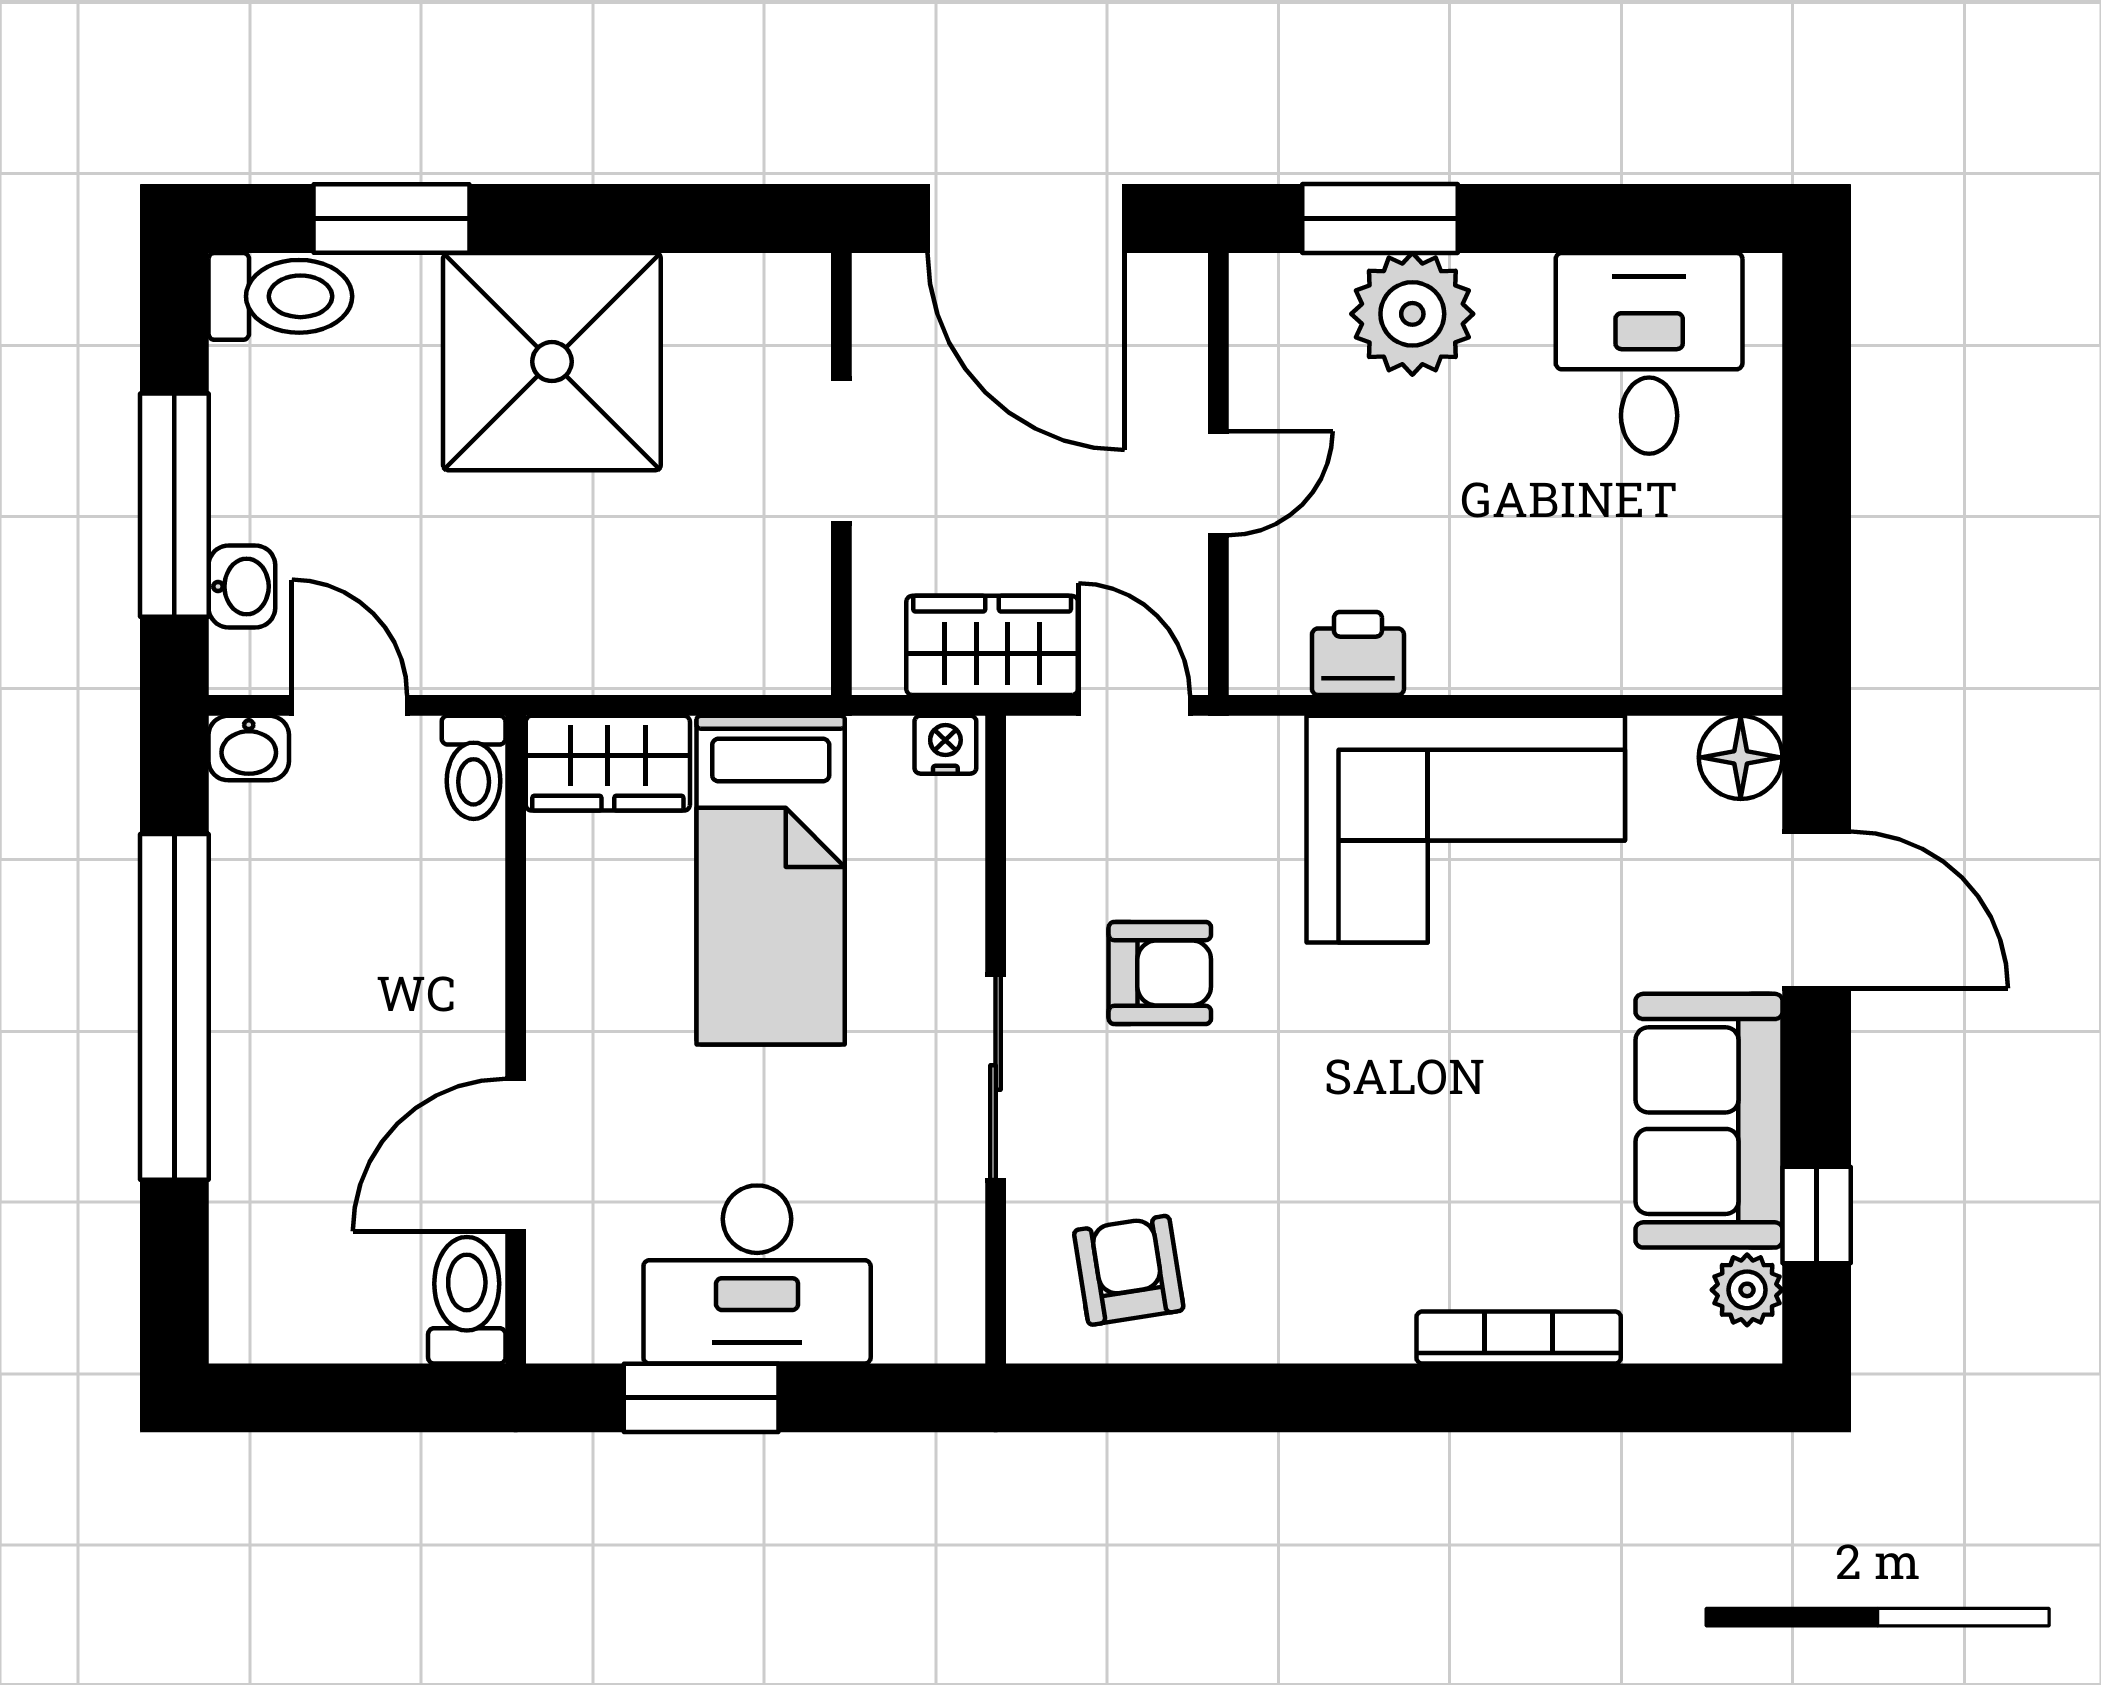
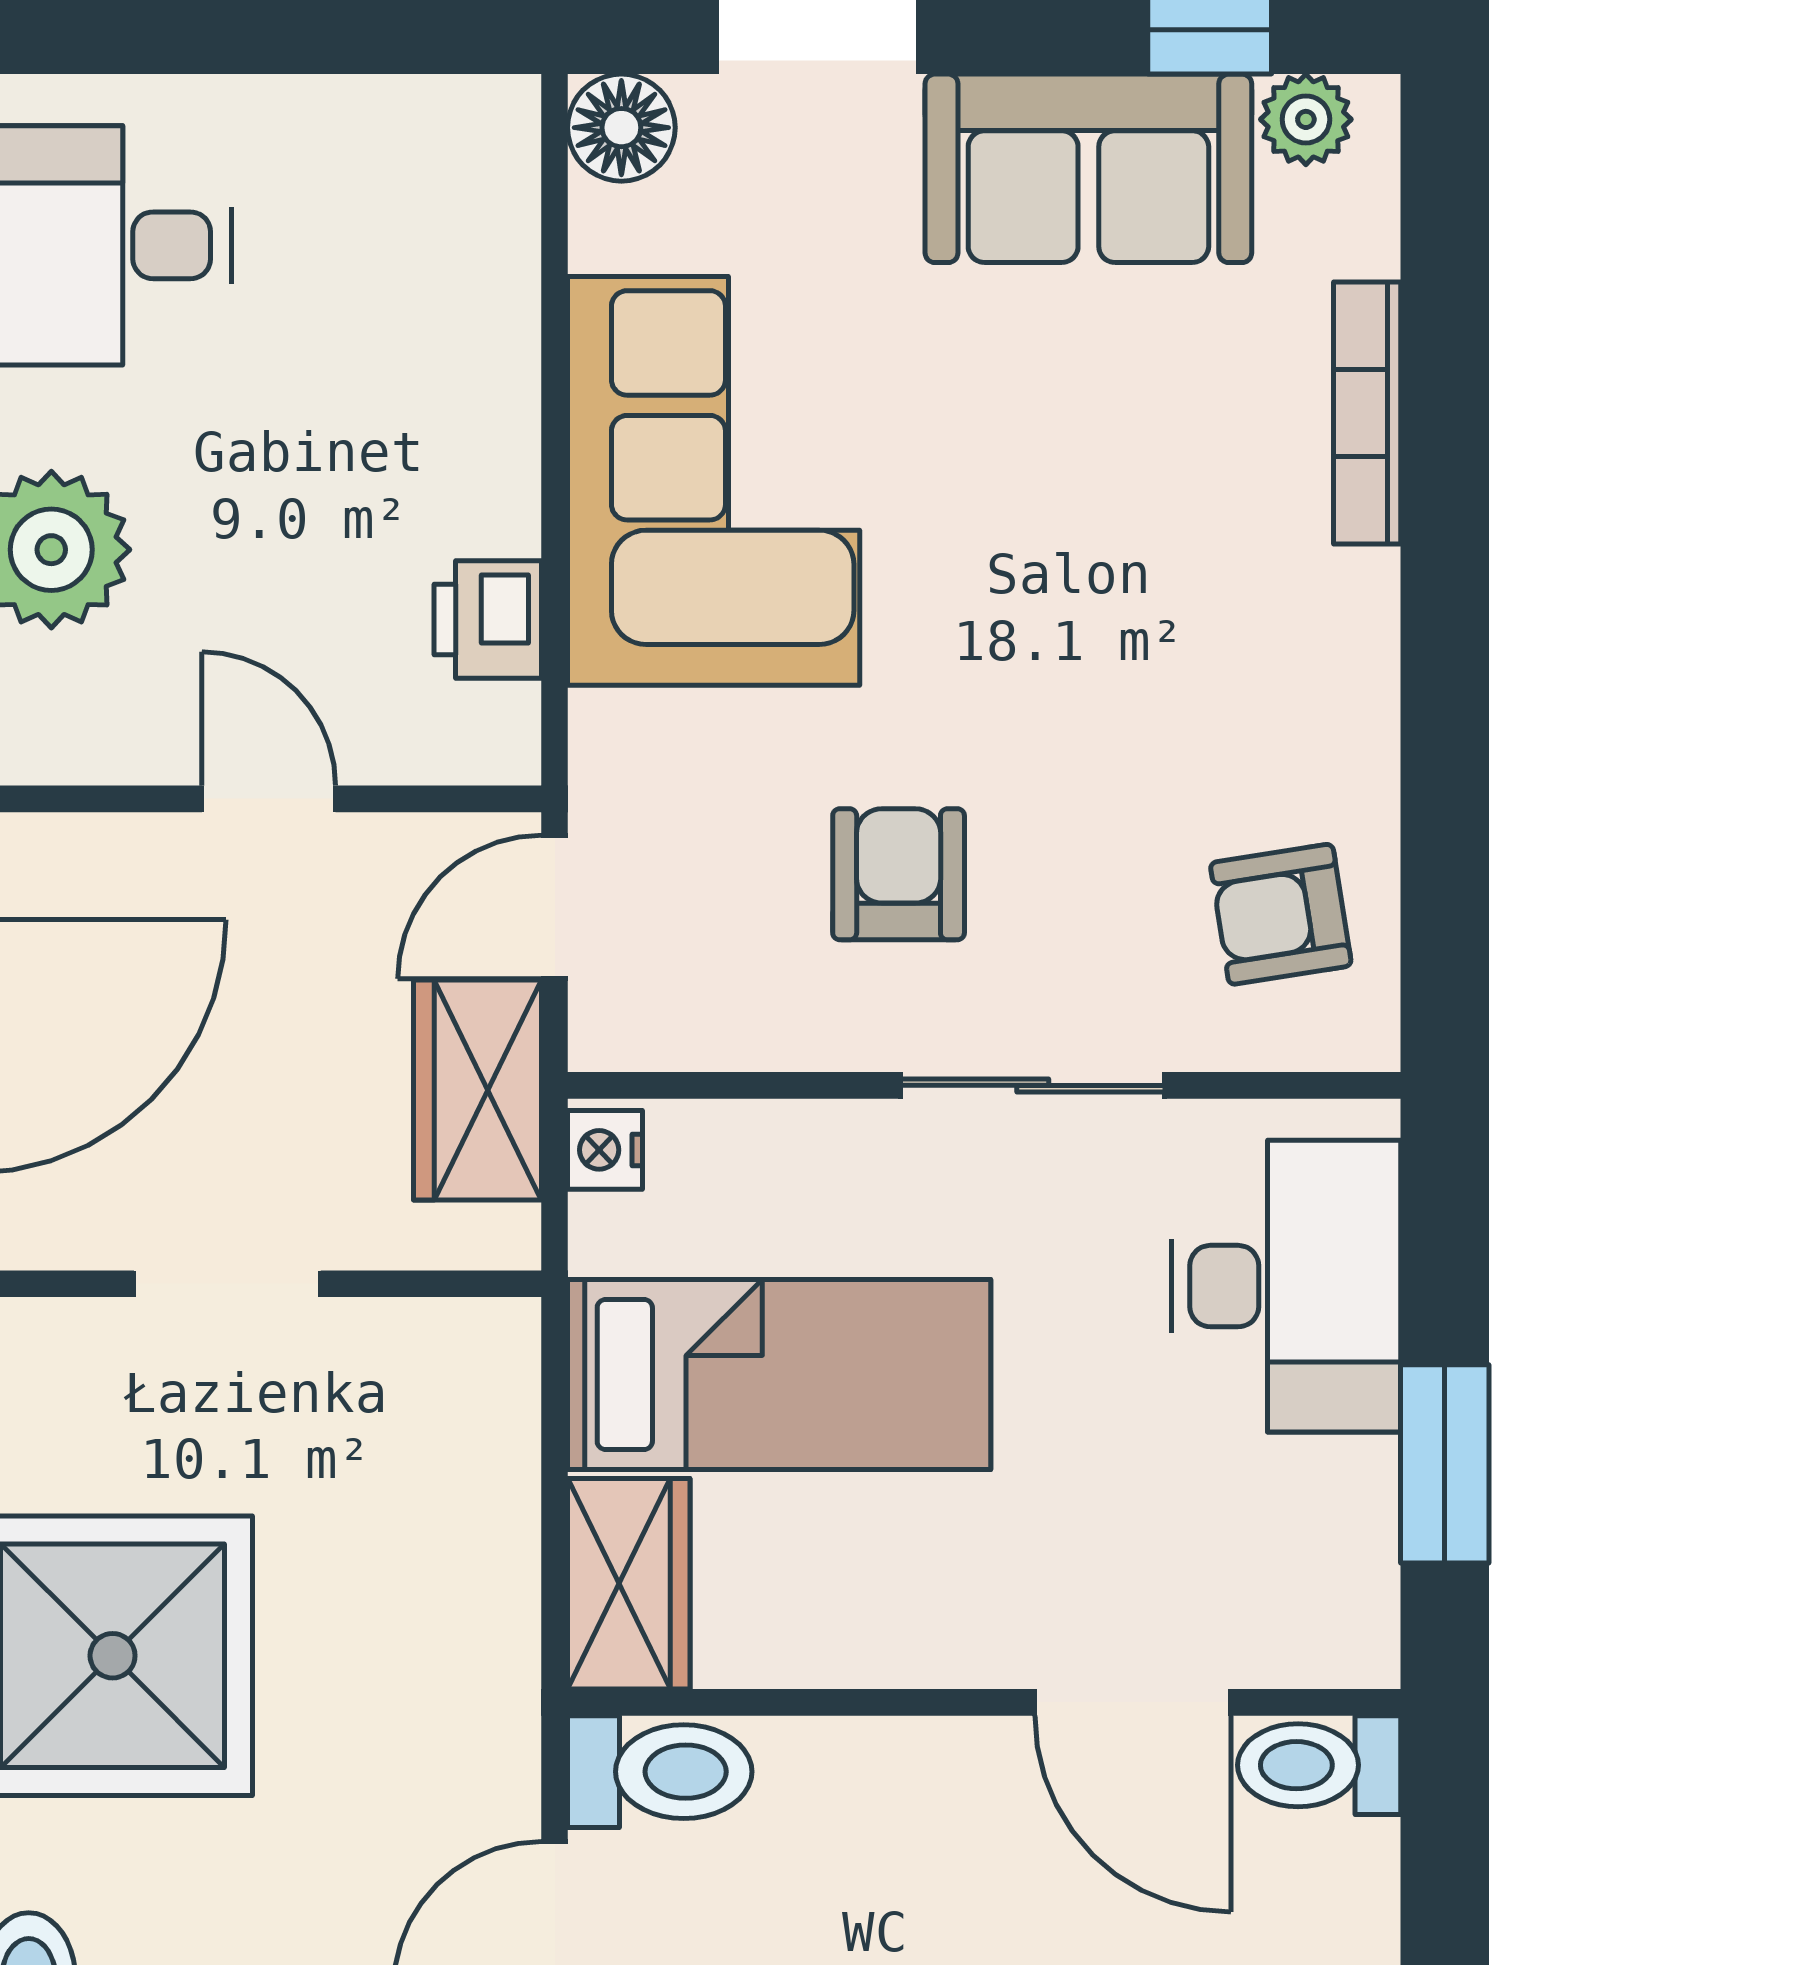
toilet: (474, 767) -> (660, 1772), width x1.37, depth x1.39
desk: (757, 1274) -> (1286, 1286), moved

